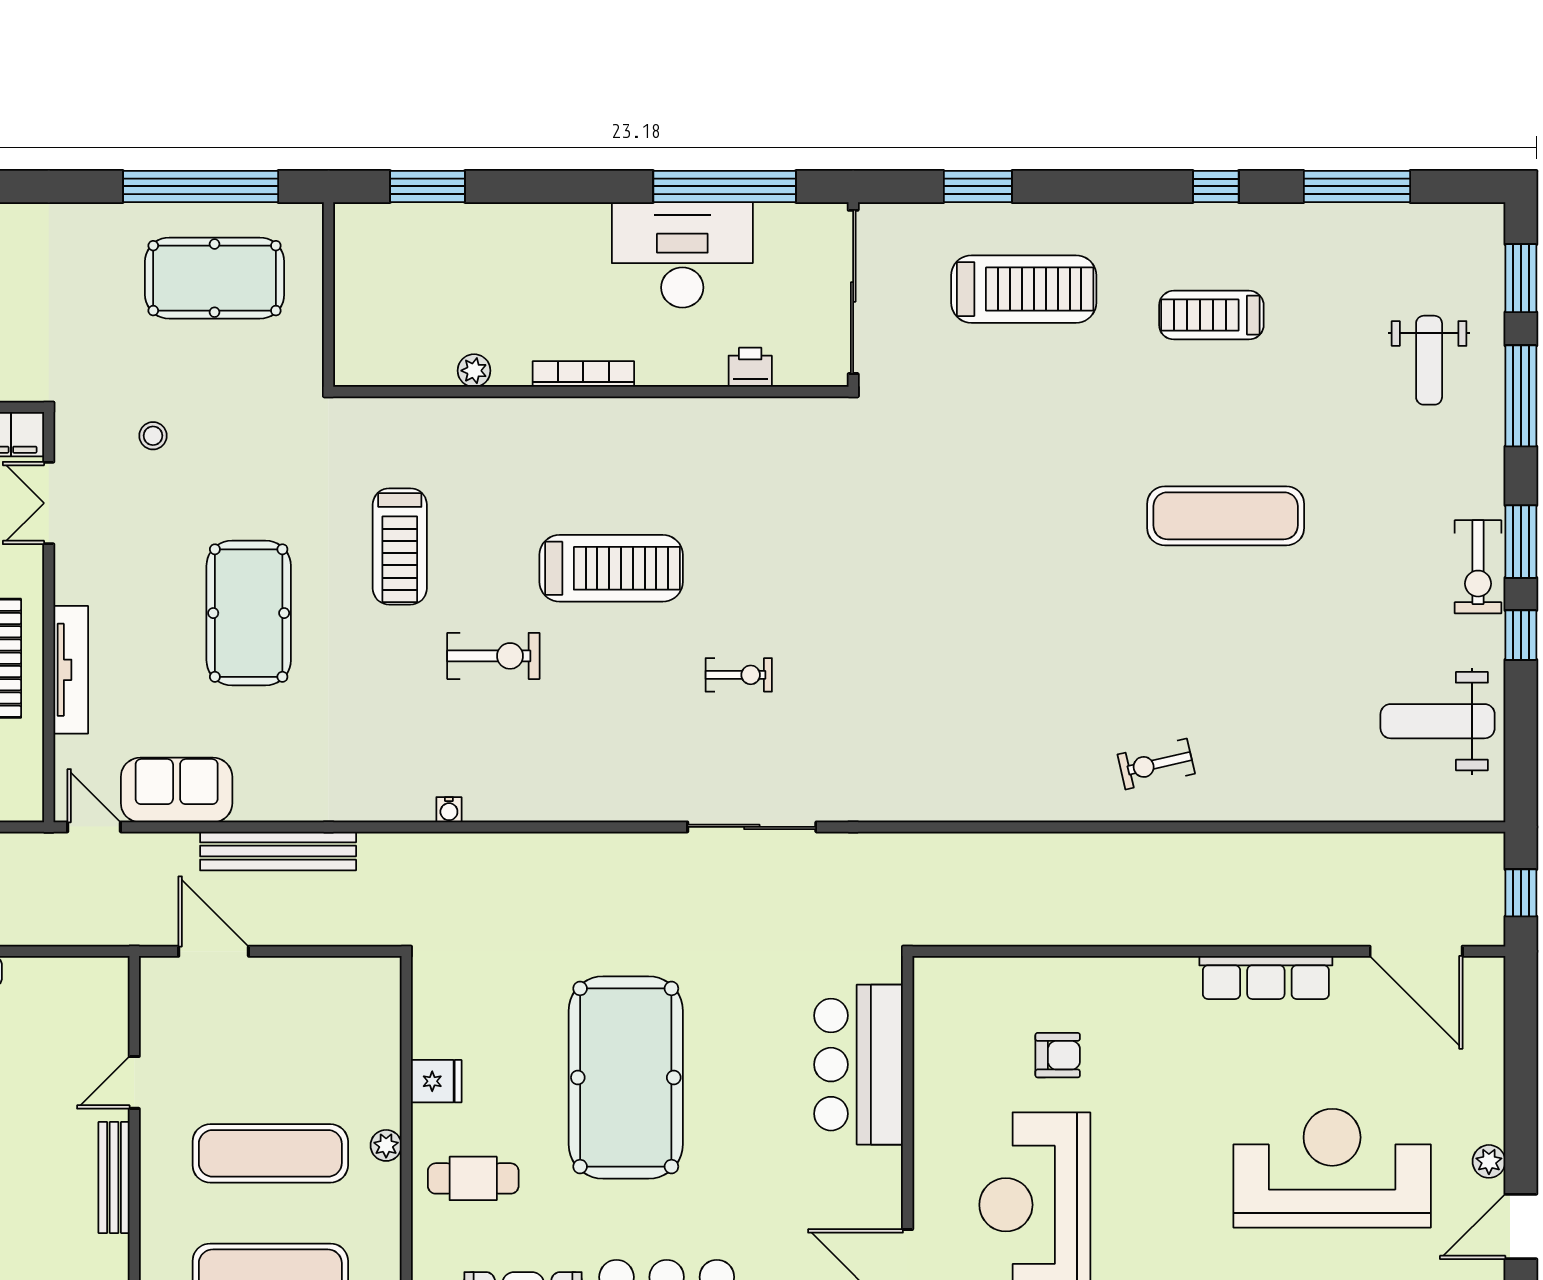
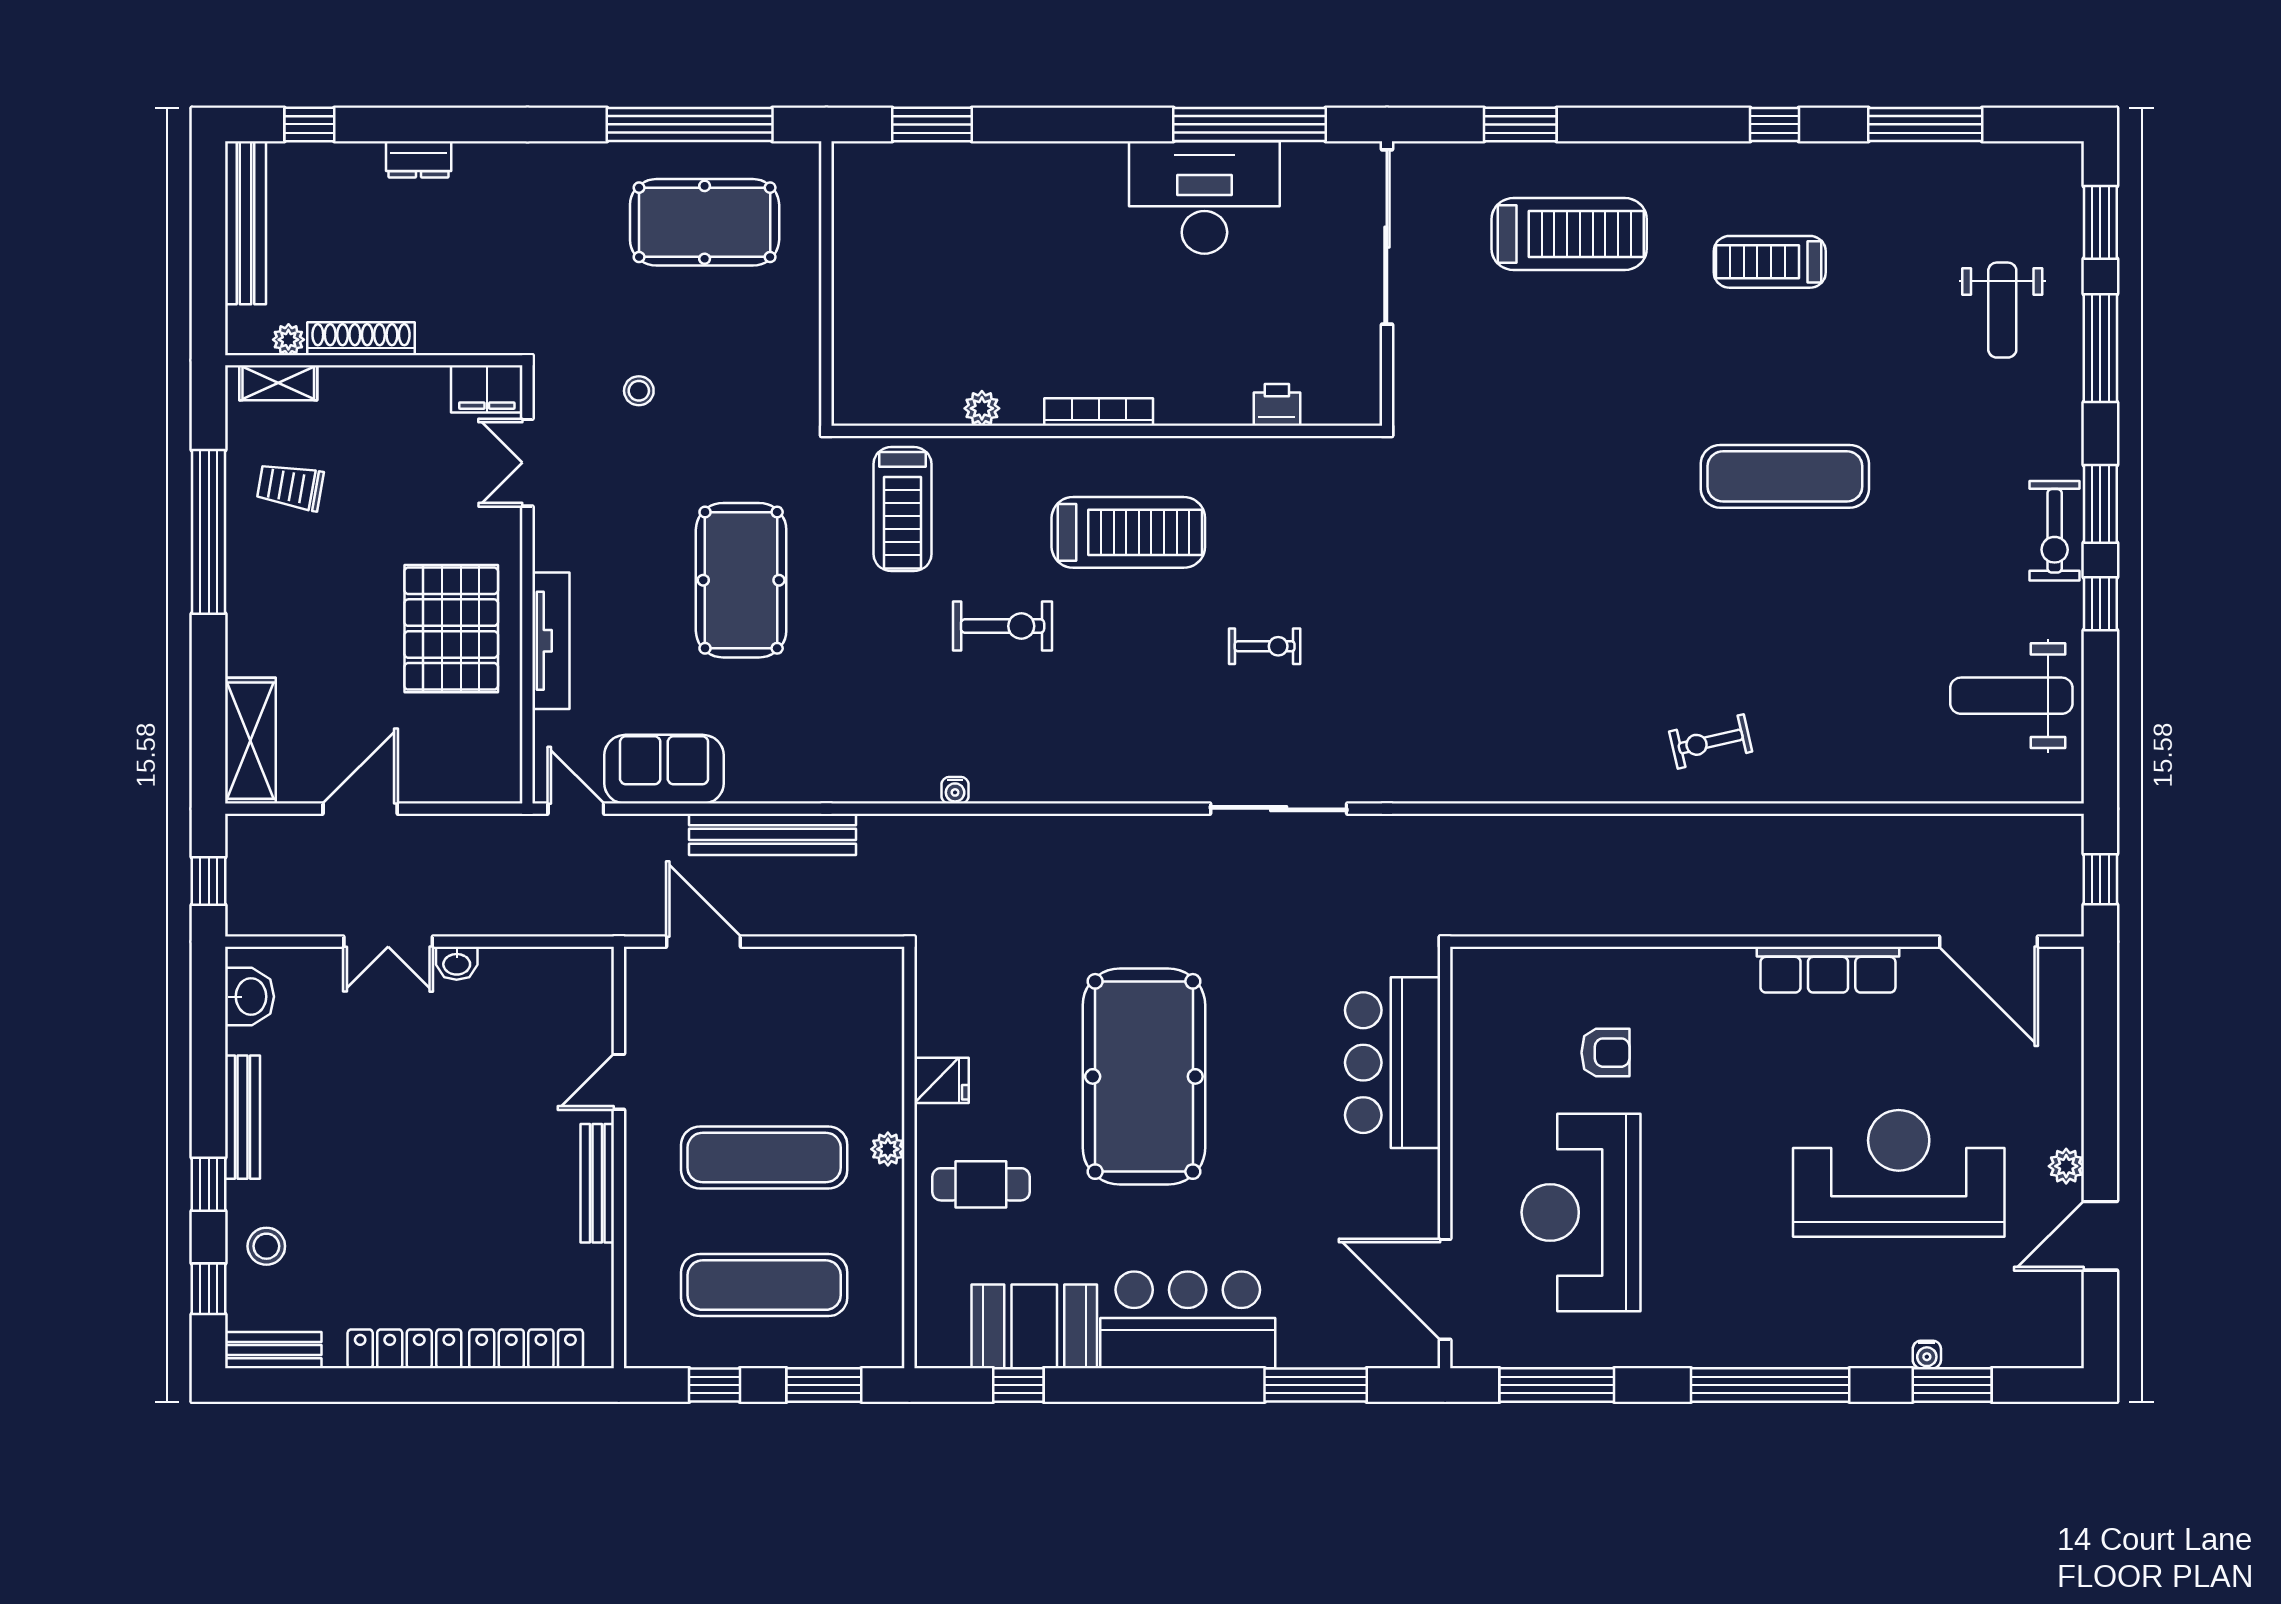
printer: (750, 367) -> (1277, 405), moved
plant: (474, 371) -> (982, 408), moved
bookcase: (583, 374) -> (1099, 412), moved
wall: (591, 392) -> (1107, 431), moved

